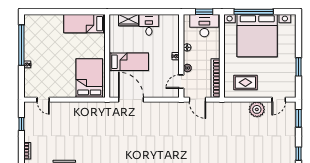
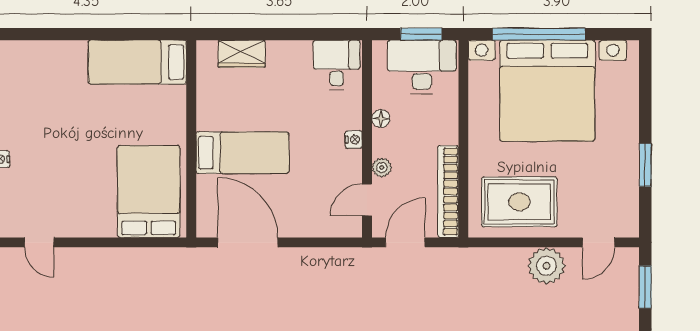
desk: (149, 25) -> (337, 65), moved
rug: (245, 82) -> (519, 202), width x1.36, depth x1.43
door: (197, 100) -> (405, 242), swing flipped

